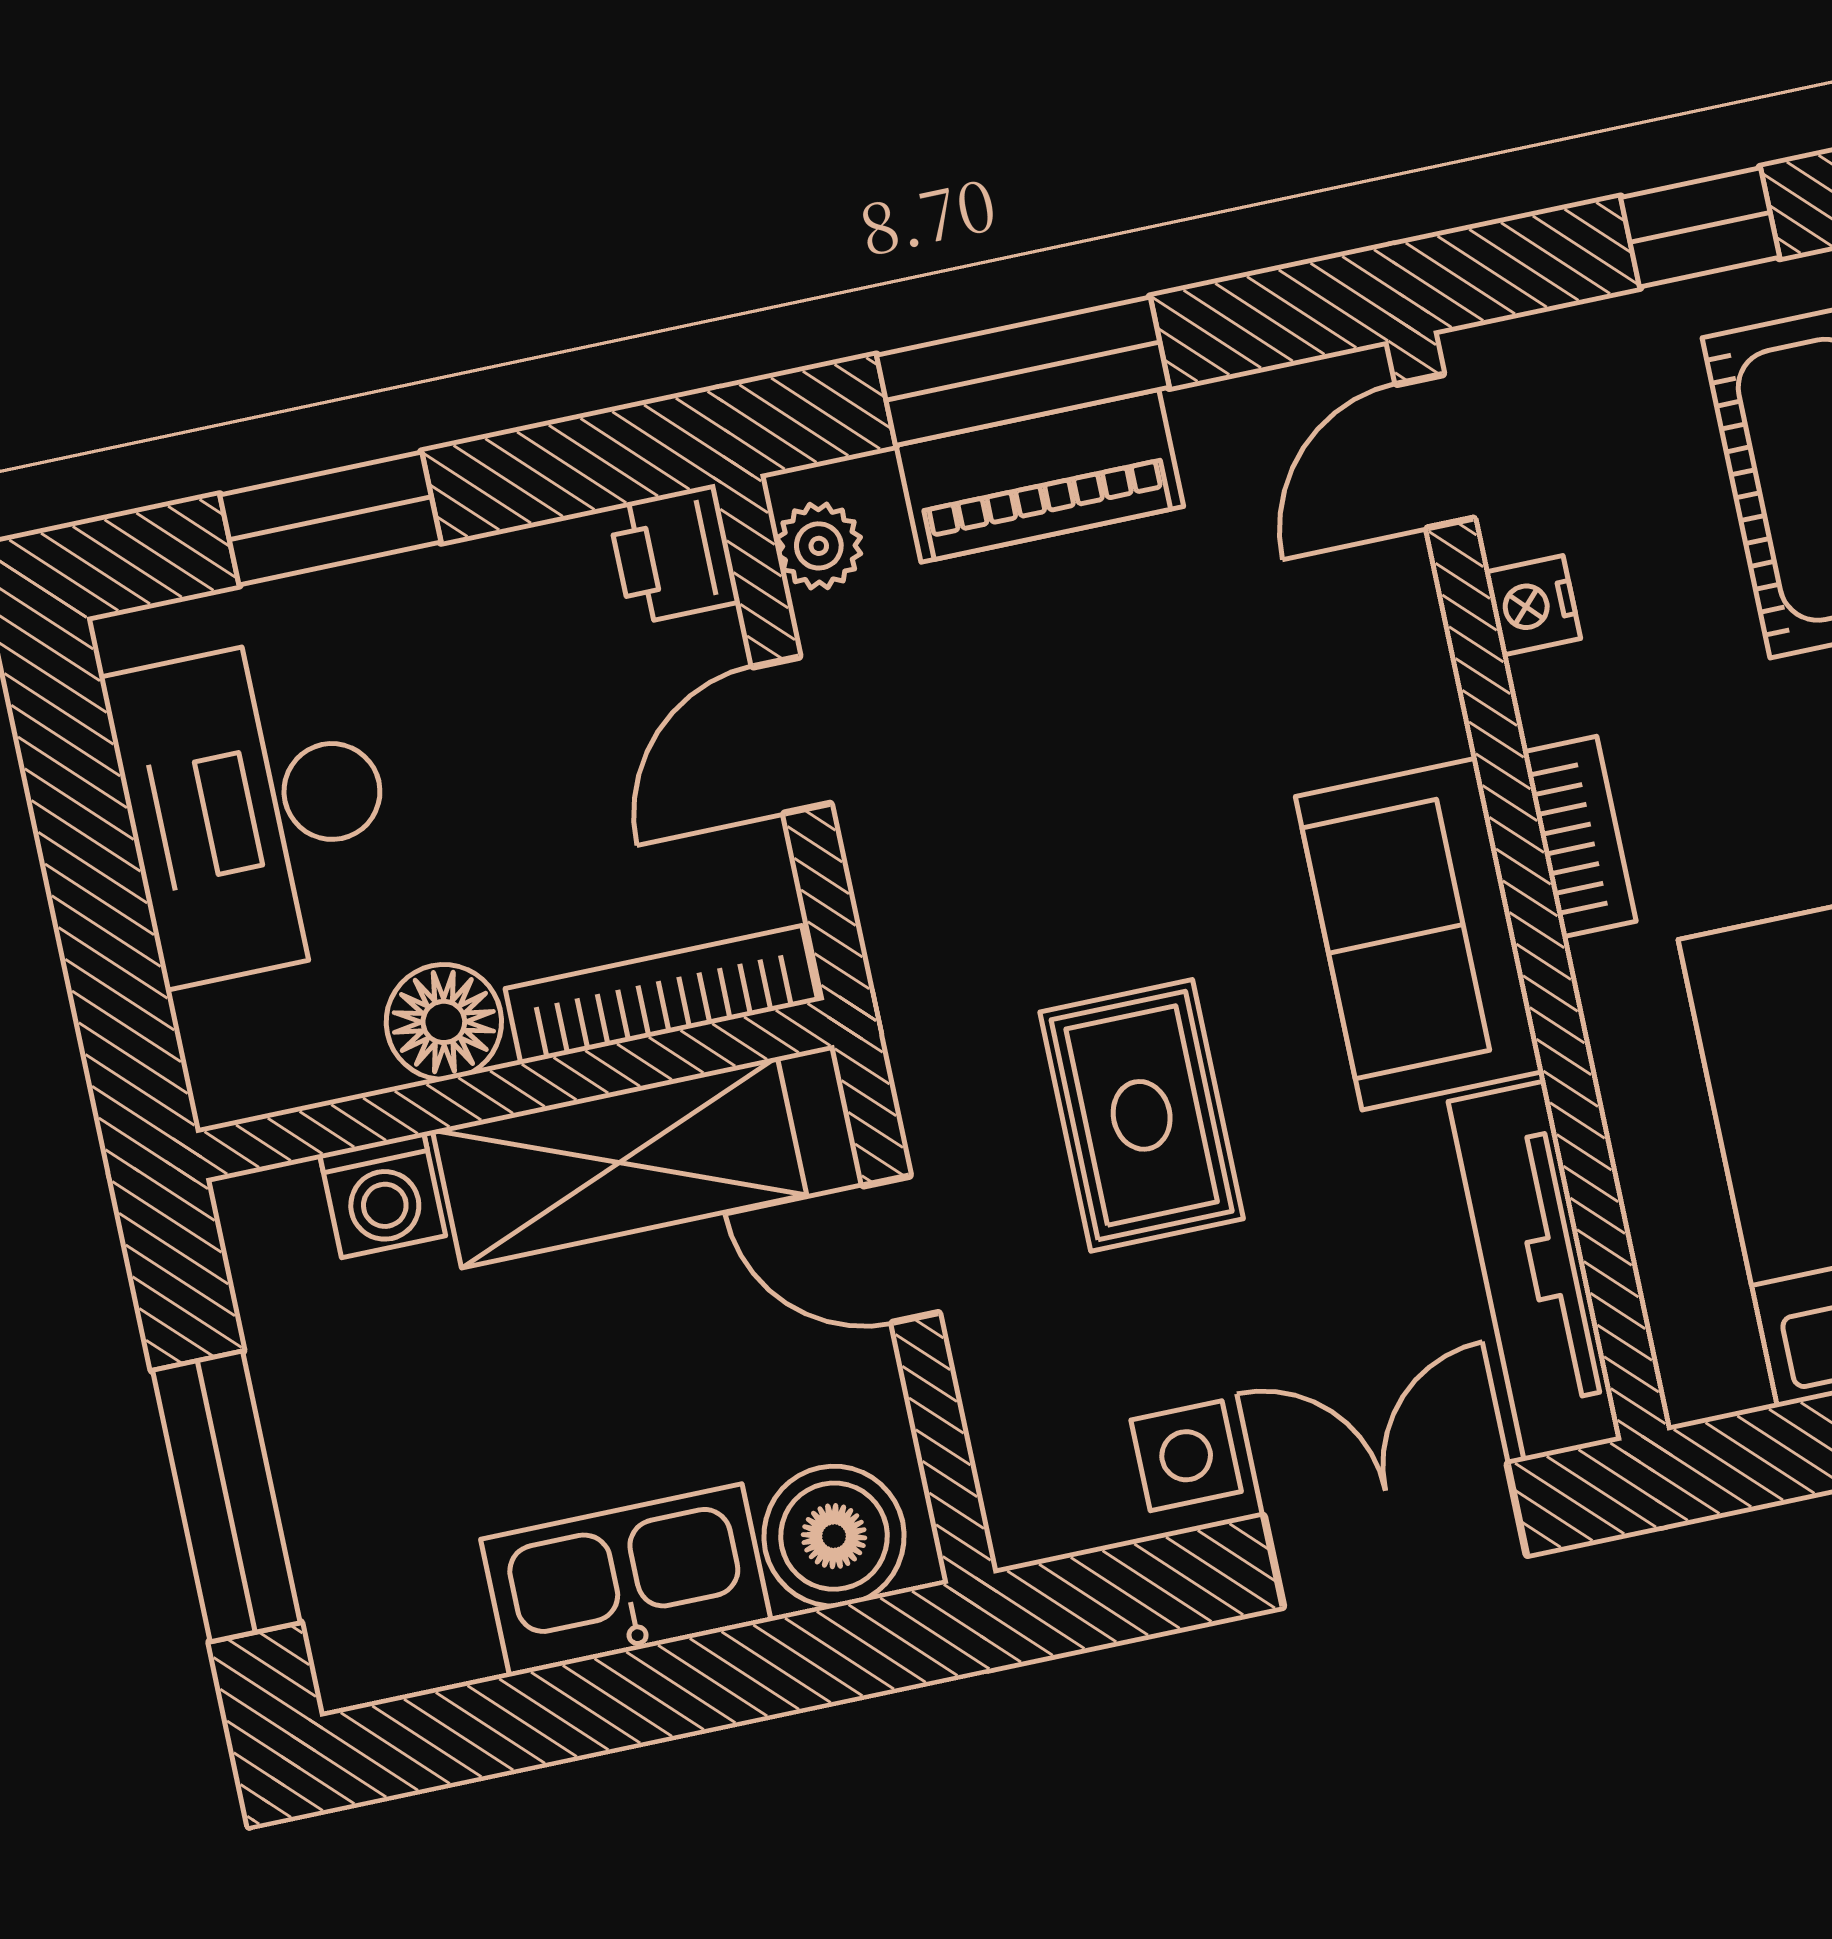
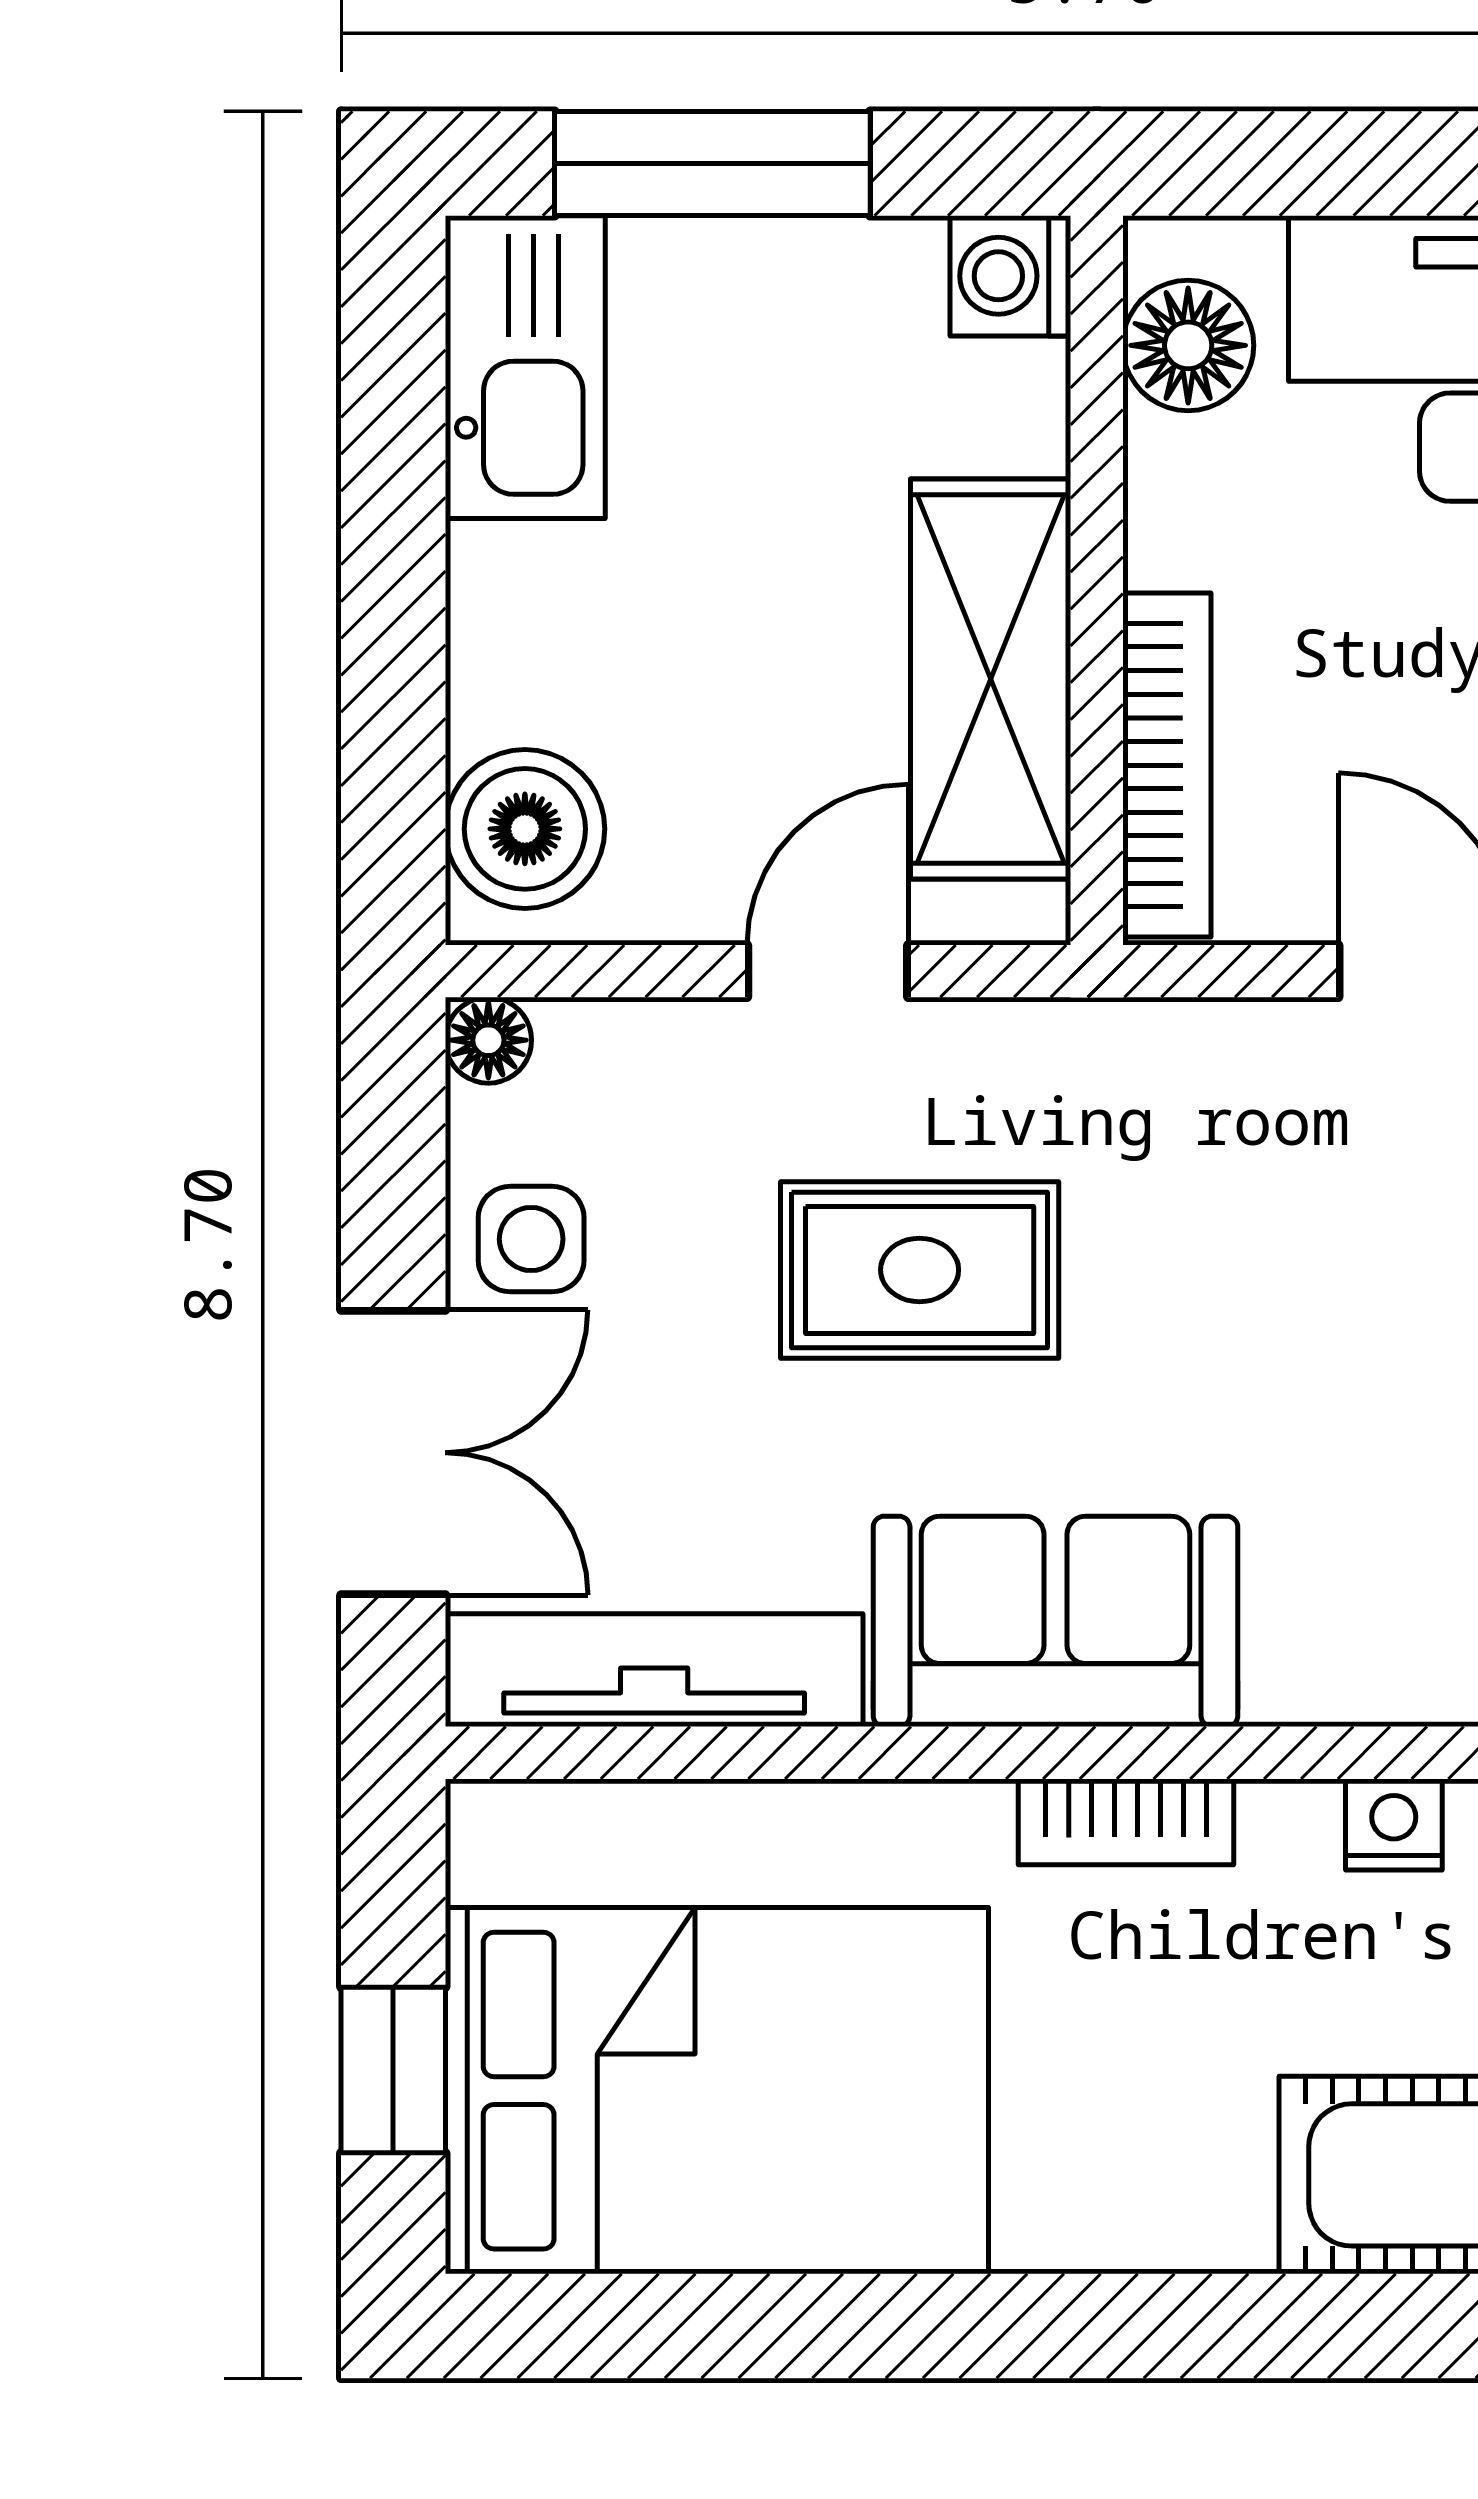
floor lamp: (444, 1022) -> (1188, 345), moved
washing machine: (383, 1195) -> (1010, 276), moved
floor lamp: (1023, 1529) -> (488, 1040), added
kitchen sink: (626, 1580) -> (525, 367), moved

